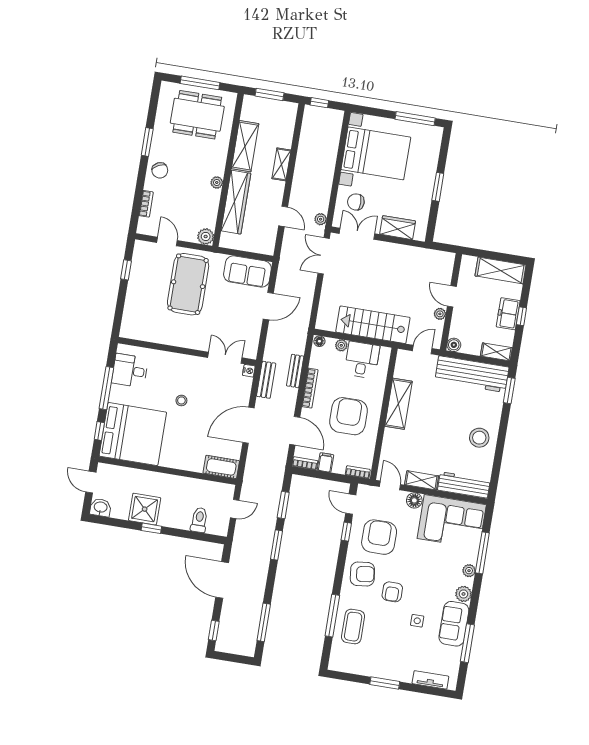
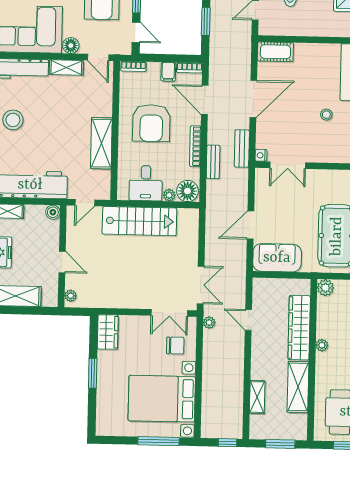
window: (415, 119) -> (159, 441), moved
shelving: (281, 164) -> (257, 397), moved
wardrobe: (398, 228) -> (108, 332), moved, turned -90
plant: (440, 314) -> (71, 296), moved
floor lamp: (319, 341) -> (187, 191), width x1.89, depth x1.89

